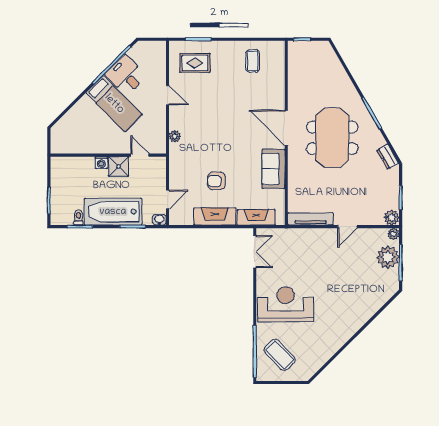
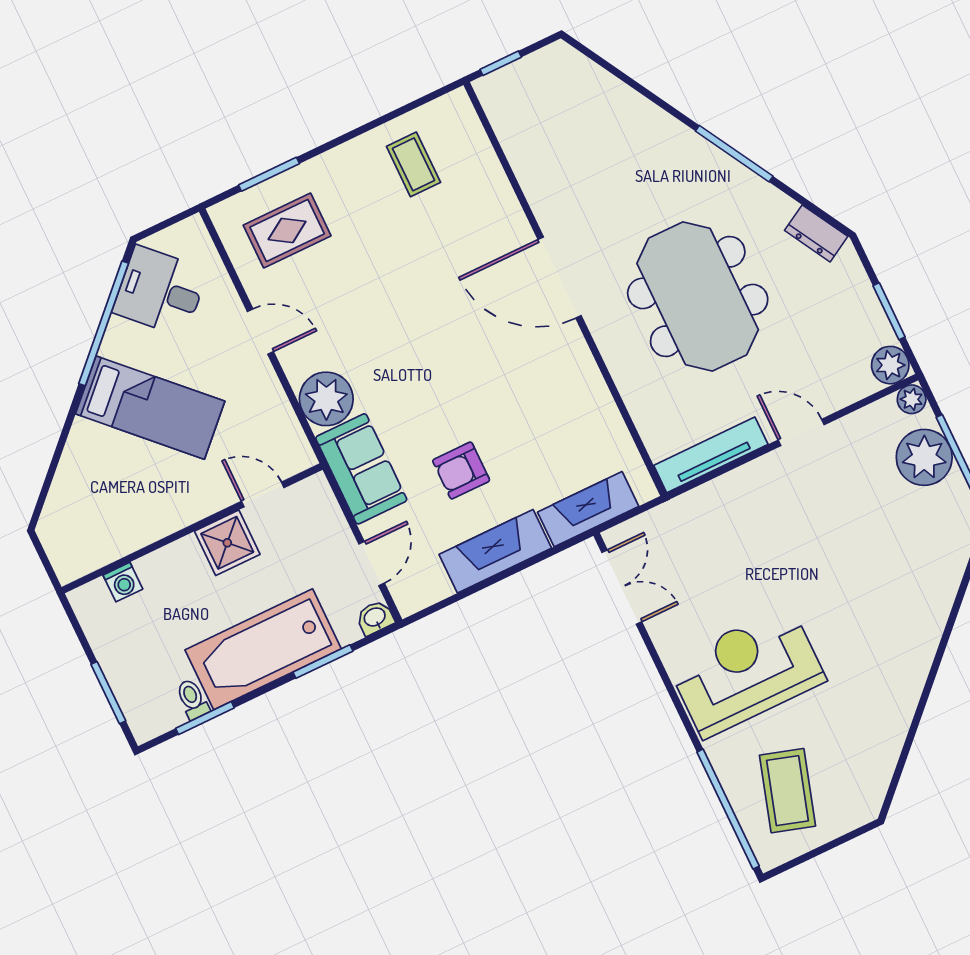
desk: (126, 75) -> (160, 291), moved
plant: (175, 136) -> (326, 399), width x1.88, depth x1.88
meeting table: (332, 138) -> (698, 296), moved
washing machine: (101, 163) -> (123, 582), moved
sofa: (273, 169) -> (361, 469), moved, turned 180
door: (347, 227) -> (801, 432), swing flipped
coffee table: (280, 355) -> (788, 791), turned 61

